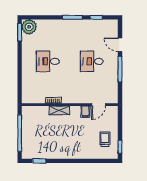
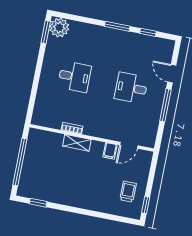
desk: (48, 61) -> (75, 77), turned 180

